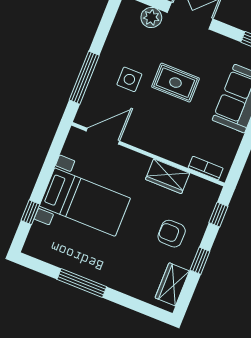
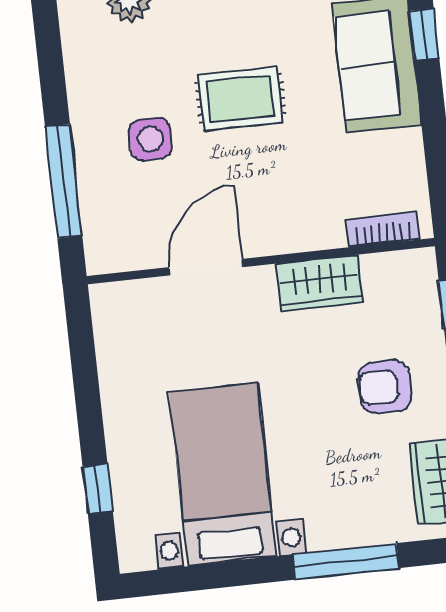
door: (103, 136) -> (206, 267), moved
bed with nightstands: (85, 202) -> (223, 474), moved, turned -90
window: (82, 283) -> (346, 561), moved

